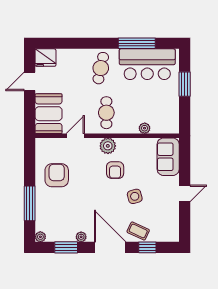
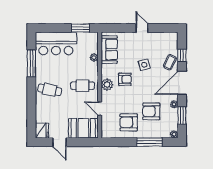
bar counter: (147, 64) -> (56, 43), moved, turned 90
window: (185, 84) -> (80, 28), moved
sofa: (168, 157) -> (109, 50), moved, turned -90
armchair: (72, 206) -> (151, 111), added

